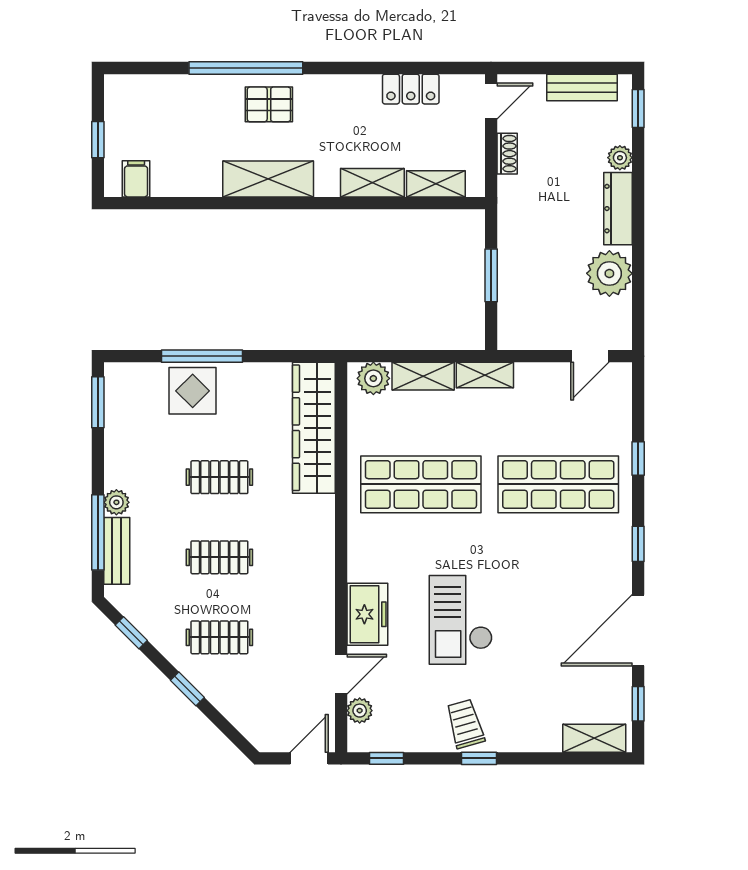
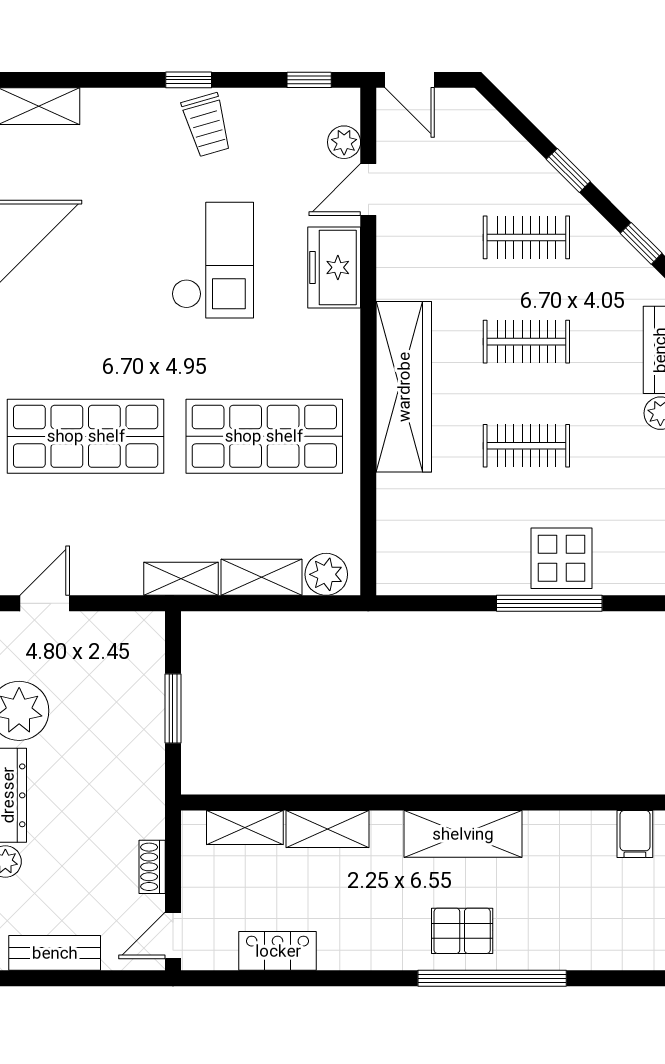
wardrobe: (314, 428) -> (404, 387), moved
door: (309, 758) -> (410, 80), hinge flipped

